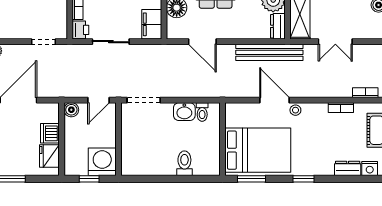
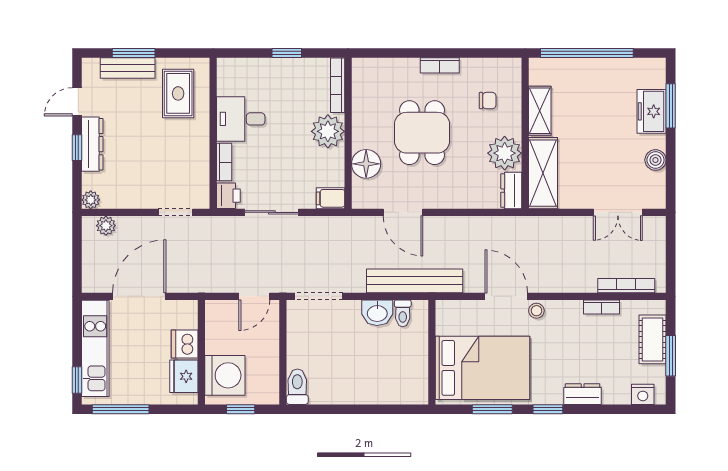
filing cabinet: (152, 24) -> (330, 198), width x0.50
double door: (335, 42) -> (618, 212), moved
bench: (269, 52) -> (415, 281), moved
bookcase: (365, 93) -> (626, 286), width x1.56
boiler: (71, 110) -> (215, 310), removed
washing machine: (102, 162) -> (225, 375), moved, turned 90
toilet: (184, 163) -> (297, 387), moved
dresser: (348, 168) -> (583, 394), moved
window: (252, 179) -> (492, 409), moved

